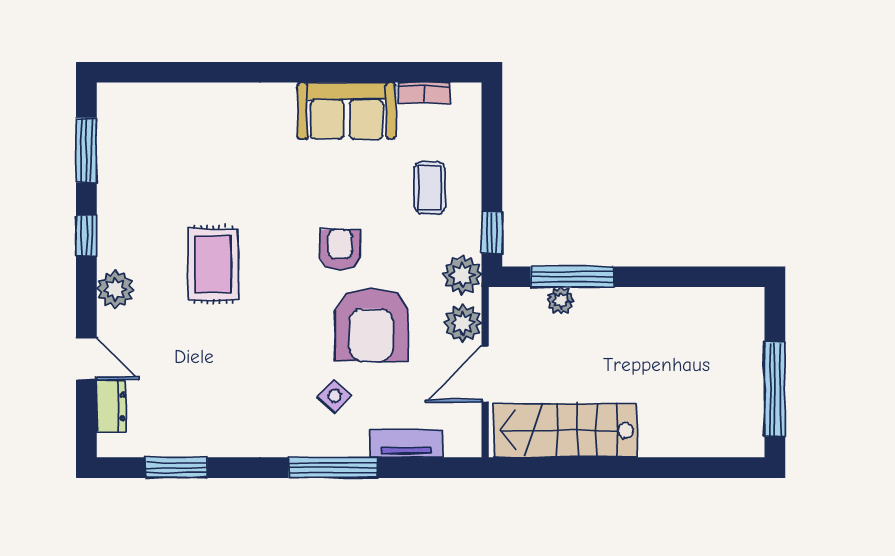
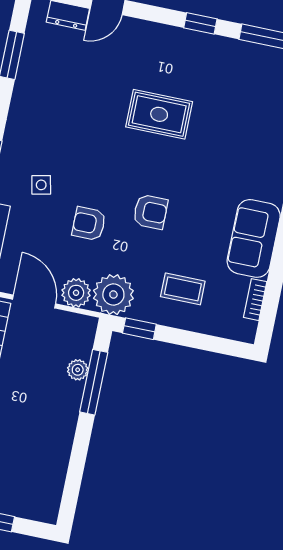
plant: (462, 275) -> (113, 295), width x1.36, depth x1.36
plant: (115, 289) -> (155, 37), removed
armchair: (371, 325) -> (89, 224), width x0.53, depth x0.53
side table: (334, 396) -> (41, 185), turned 37

